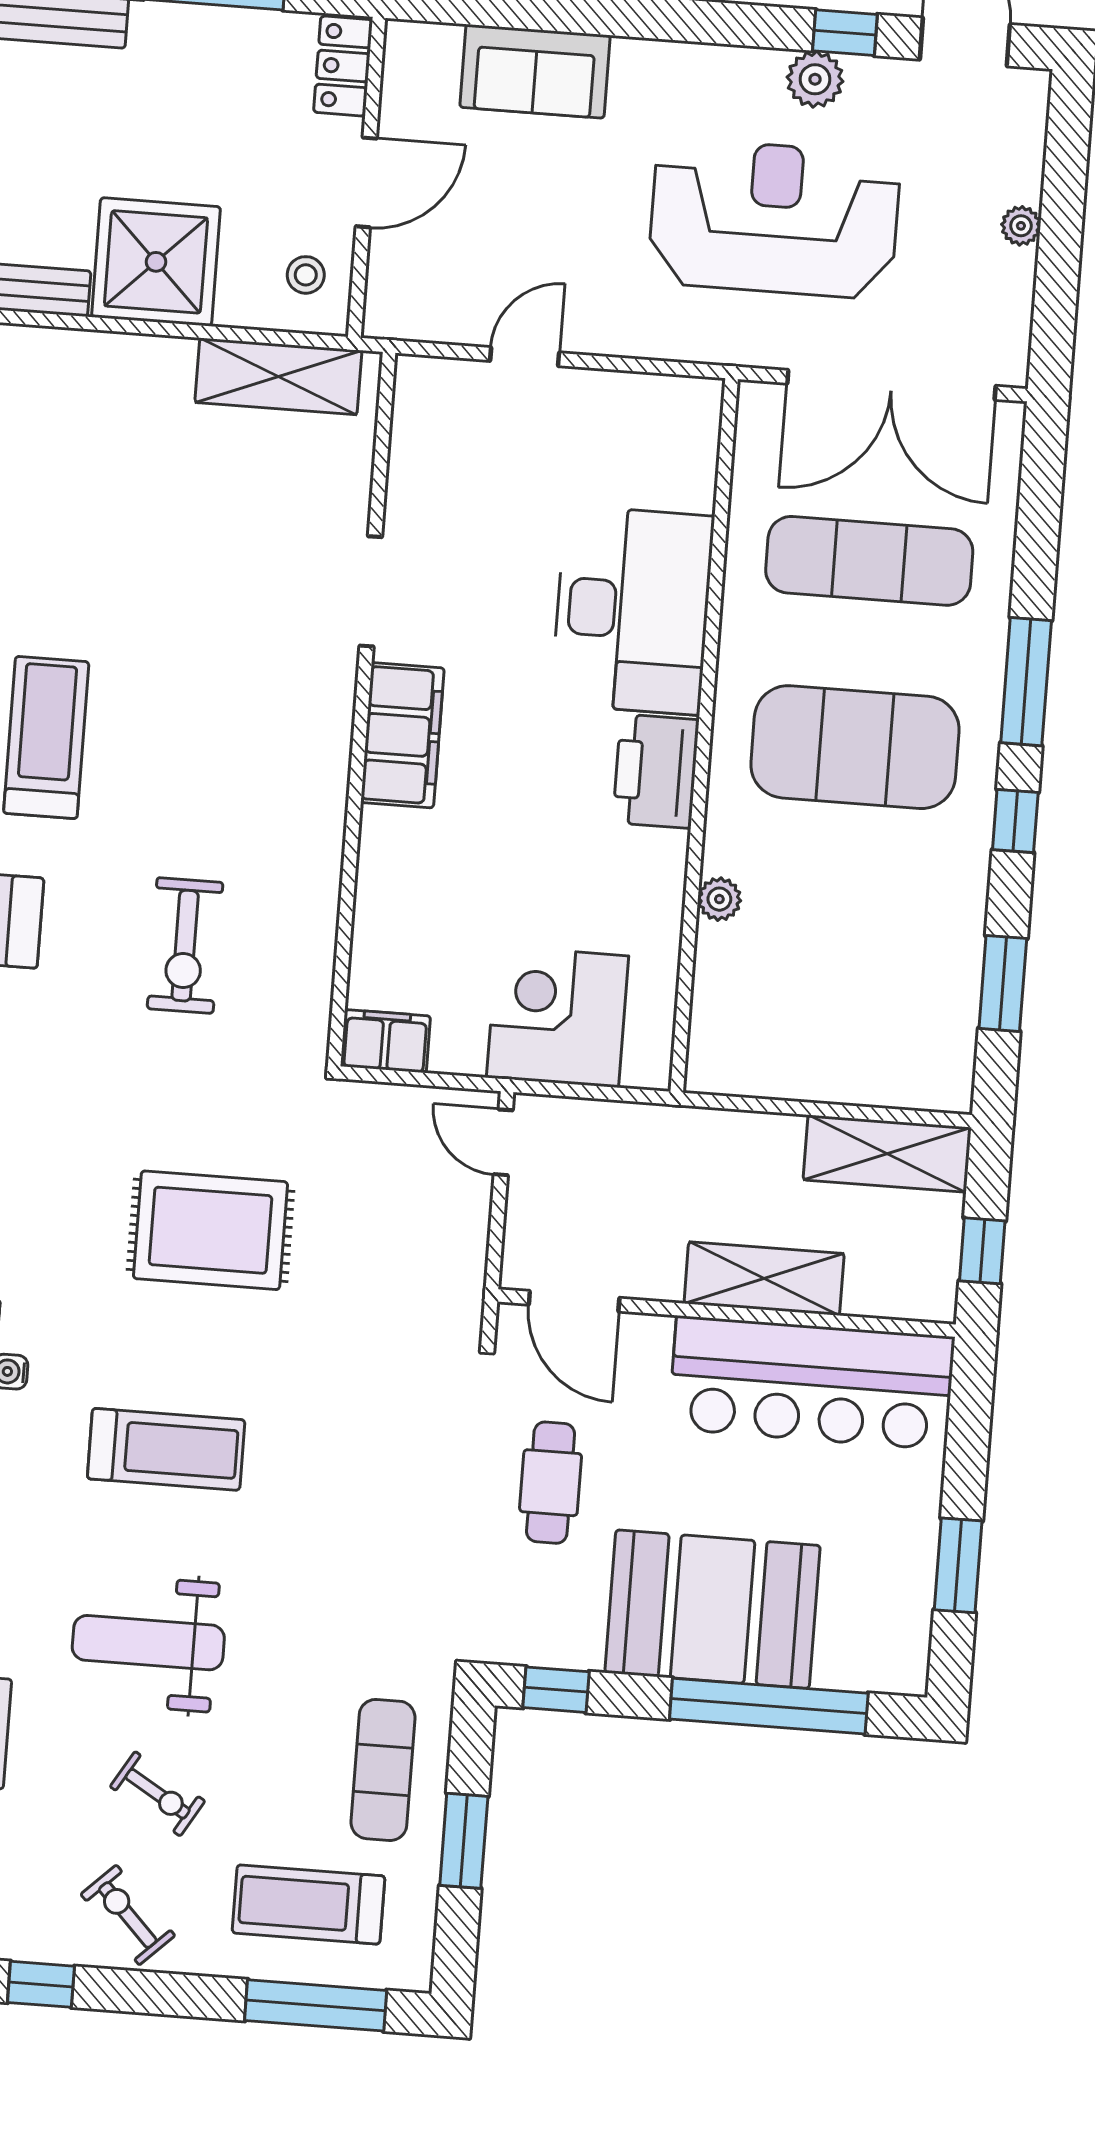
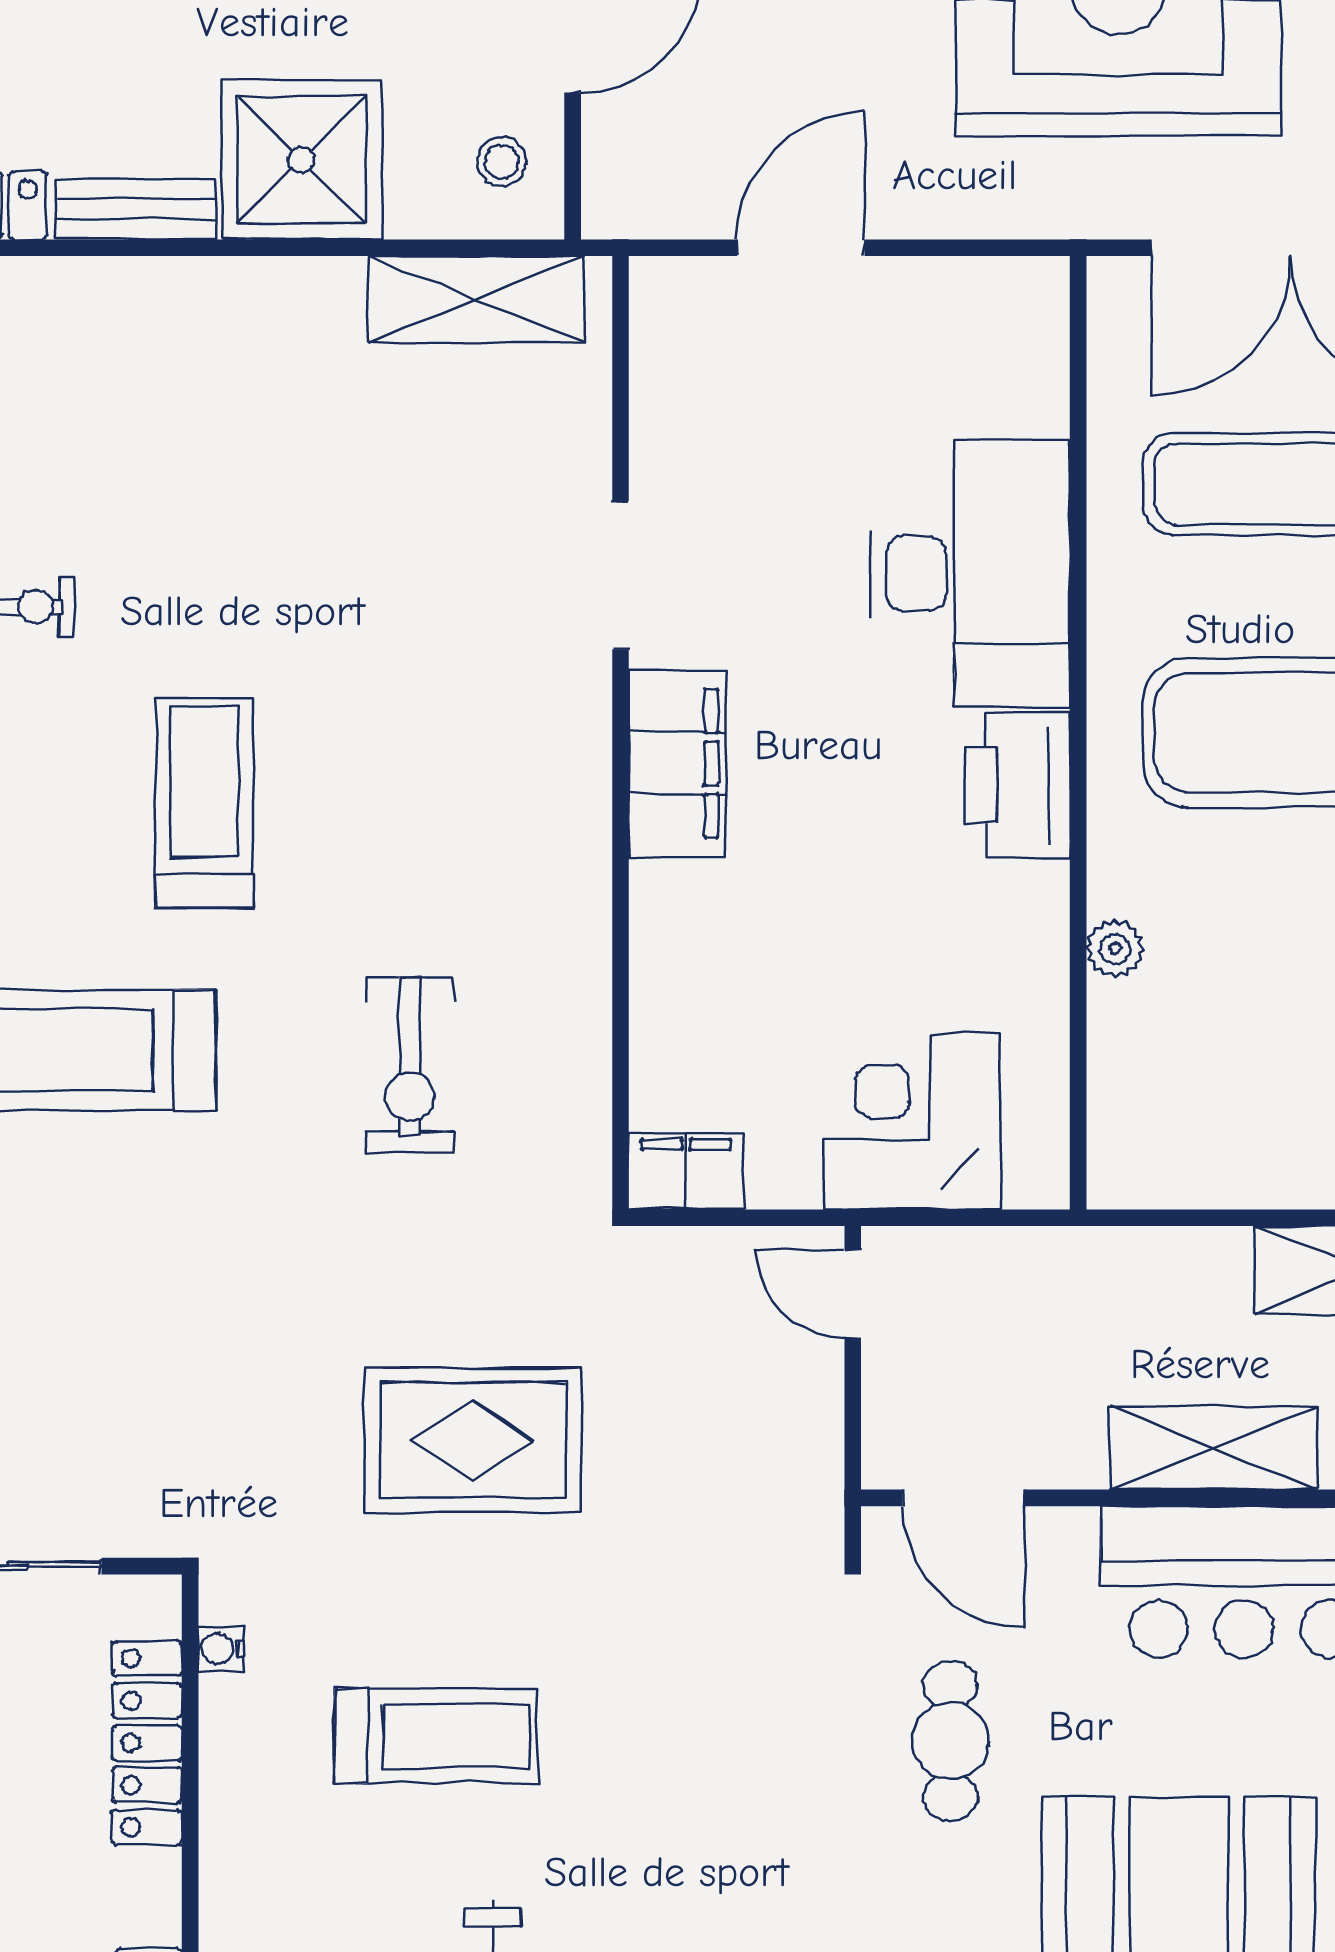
door: (525, 357) -> (801, 248), width x1.38

